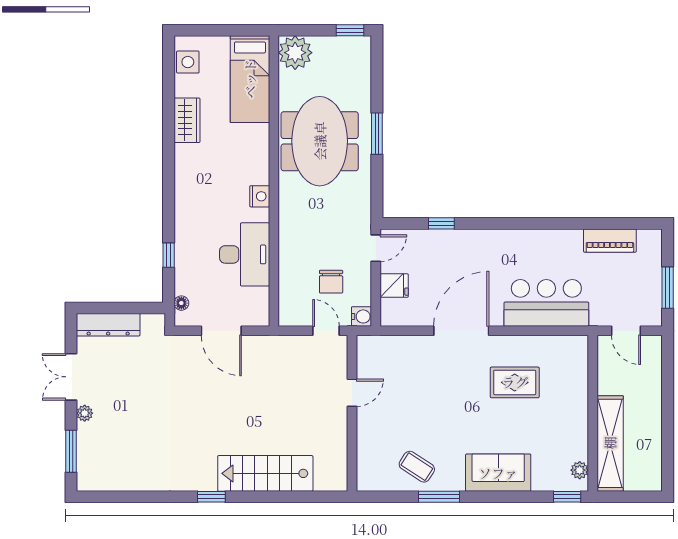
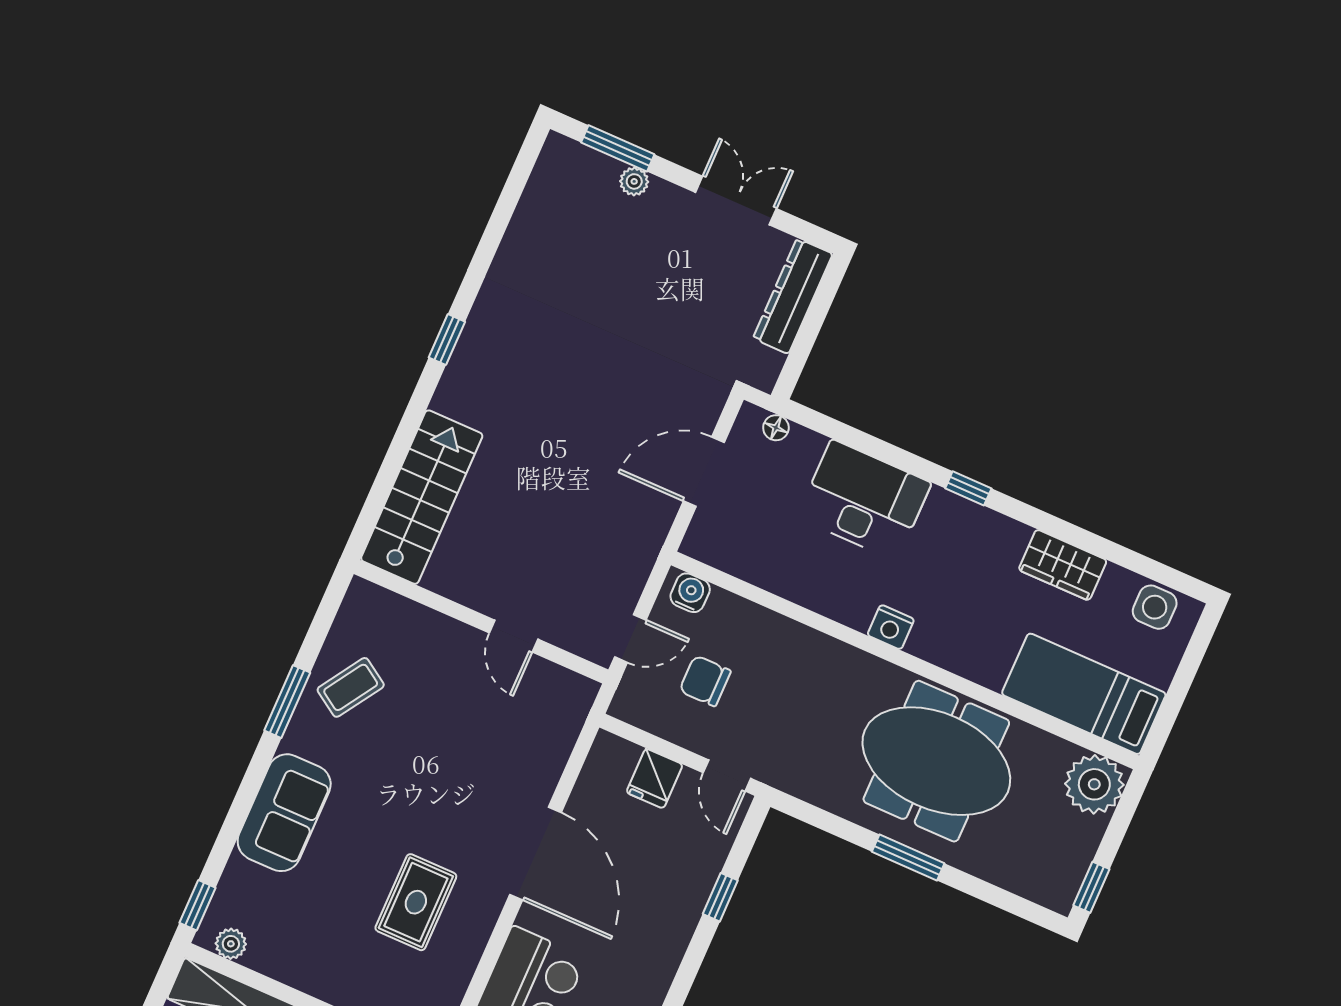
desk: (245, 254) -> (864, 500), moved, turned 180
window: (169, 255) -> (968, 488), moved
water cooler: (362, 316) -> (690, 593), moved, turned 180
plant: (85, 413) -> (634, 181), moved
stairs: (265, 473) -> (422, 497), moved

